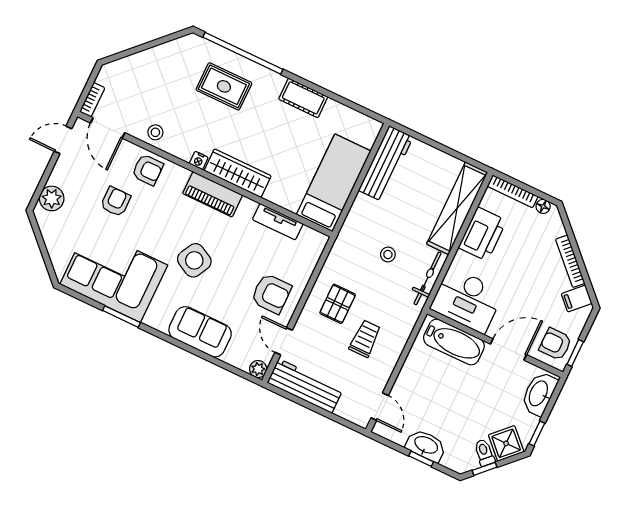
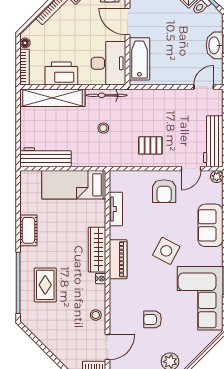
armchair: (148, 170) -> (122, 309), removed
armchair: (271, 294) -> (164, 191), turned 180
trolley: (365, 339) -> (164, 117), removed

